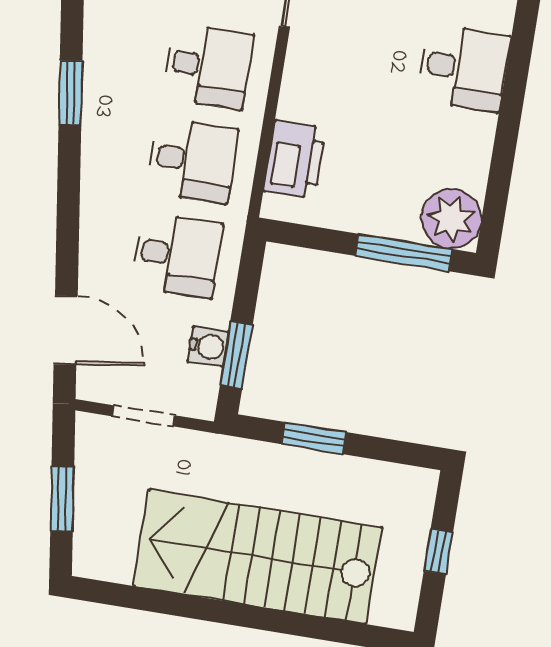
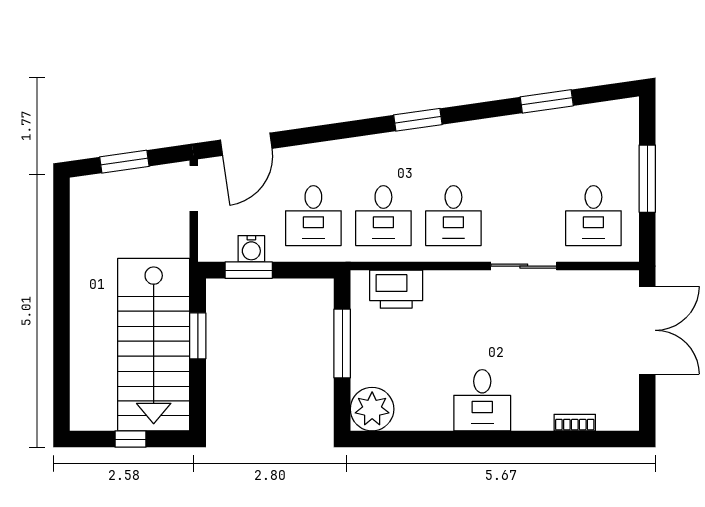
window: (404, 252) -> (342, 344), moved
doorway: (144, 416) -> (194, 188), moved
stairs: (257, 557) -> (154, 345), moved, turned 180

